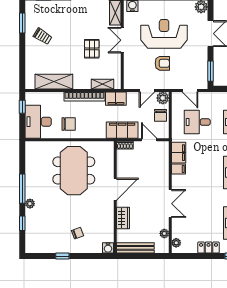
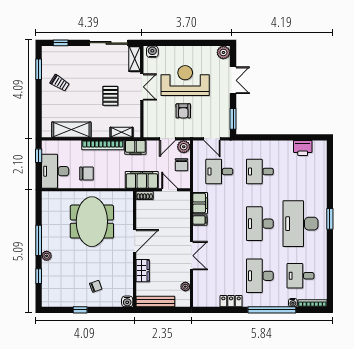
double door: (122, 40) -> (142, 87), swing flipped
armchair: (162, 63) -> (183, 111), turned 90
plant: (176, 243) -> (198, 296), removed

